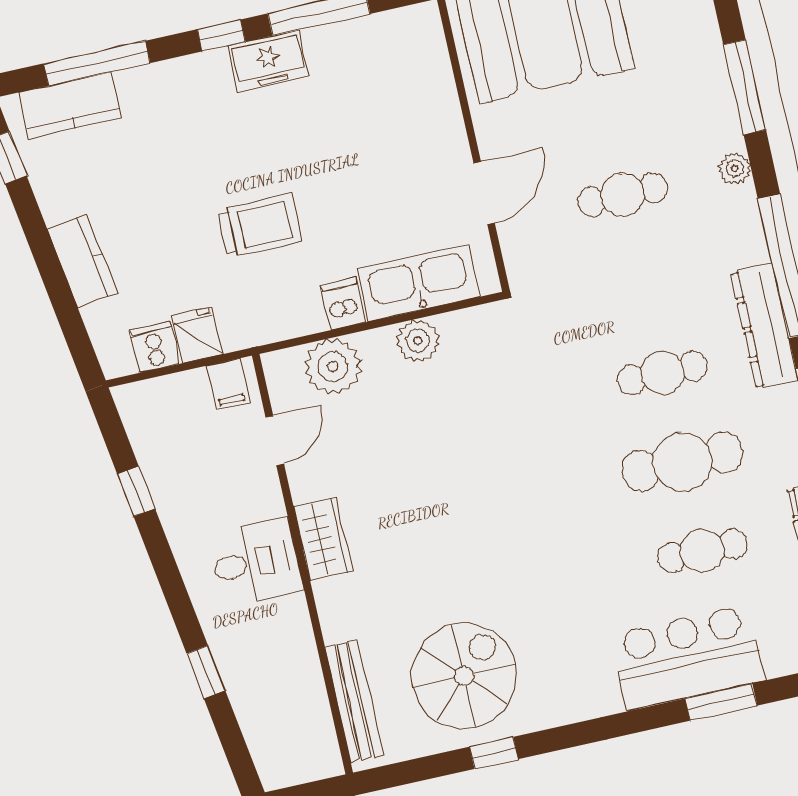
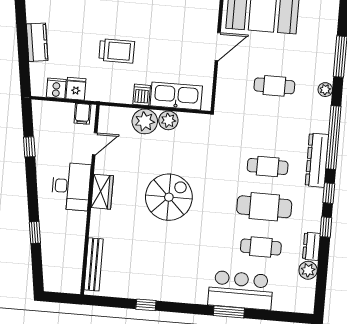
door: (484, 193) -> (218, 47), moved
plant: (333, 367) -> (145, 121), moved
desk: (256, 562) -> (71, 186), width x1.37
spiral stairs: (464, 676) -> (169, 197), moved
window: (721, 702) -> (229, 312), moved

